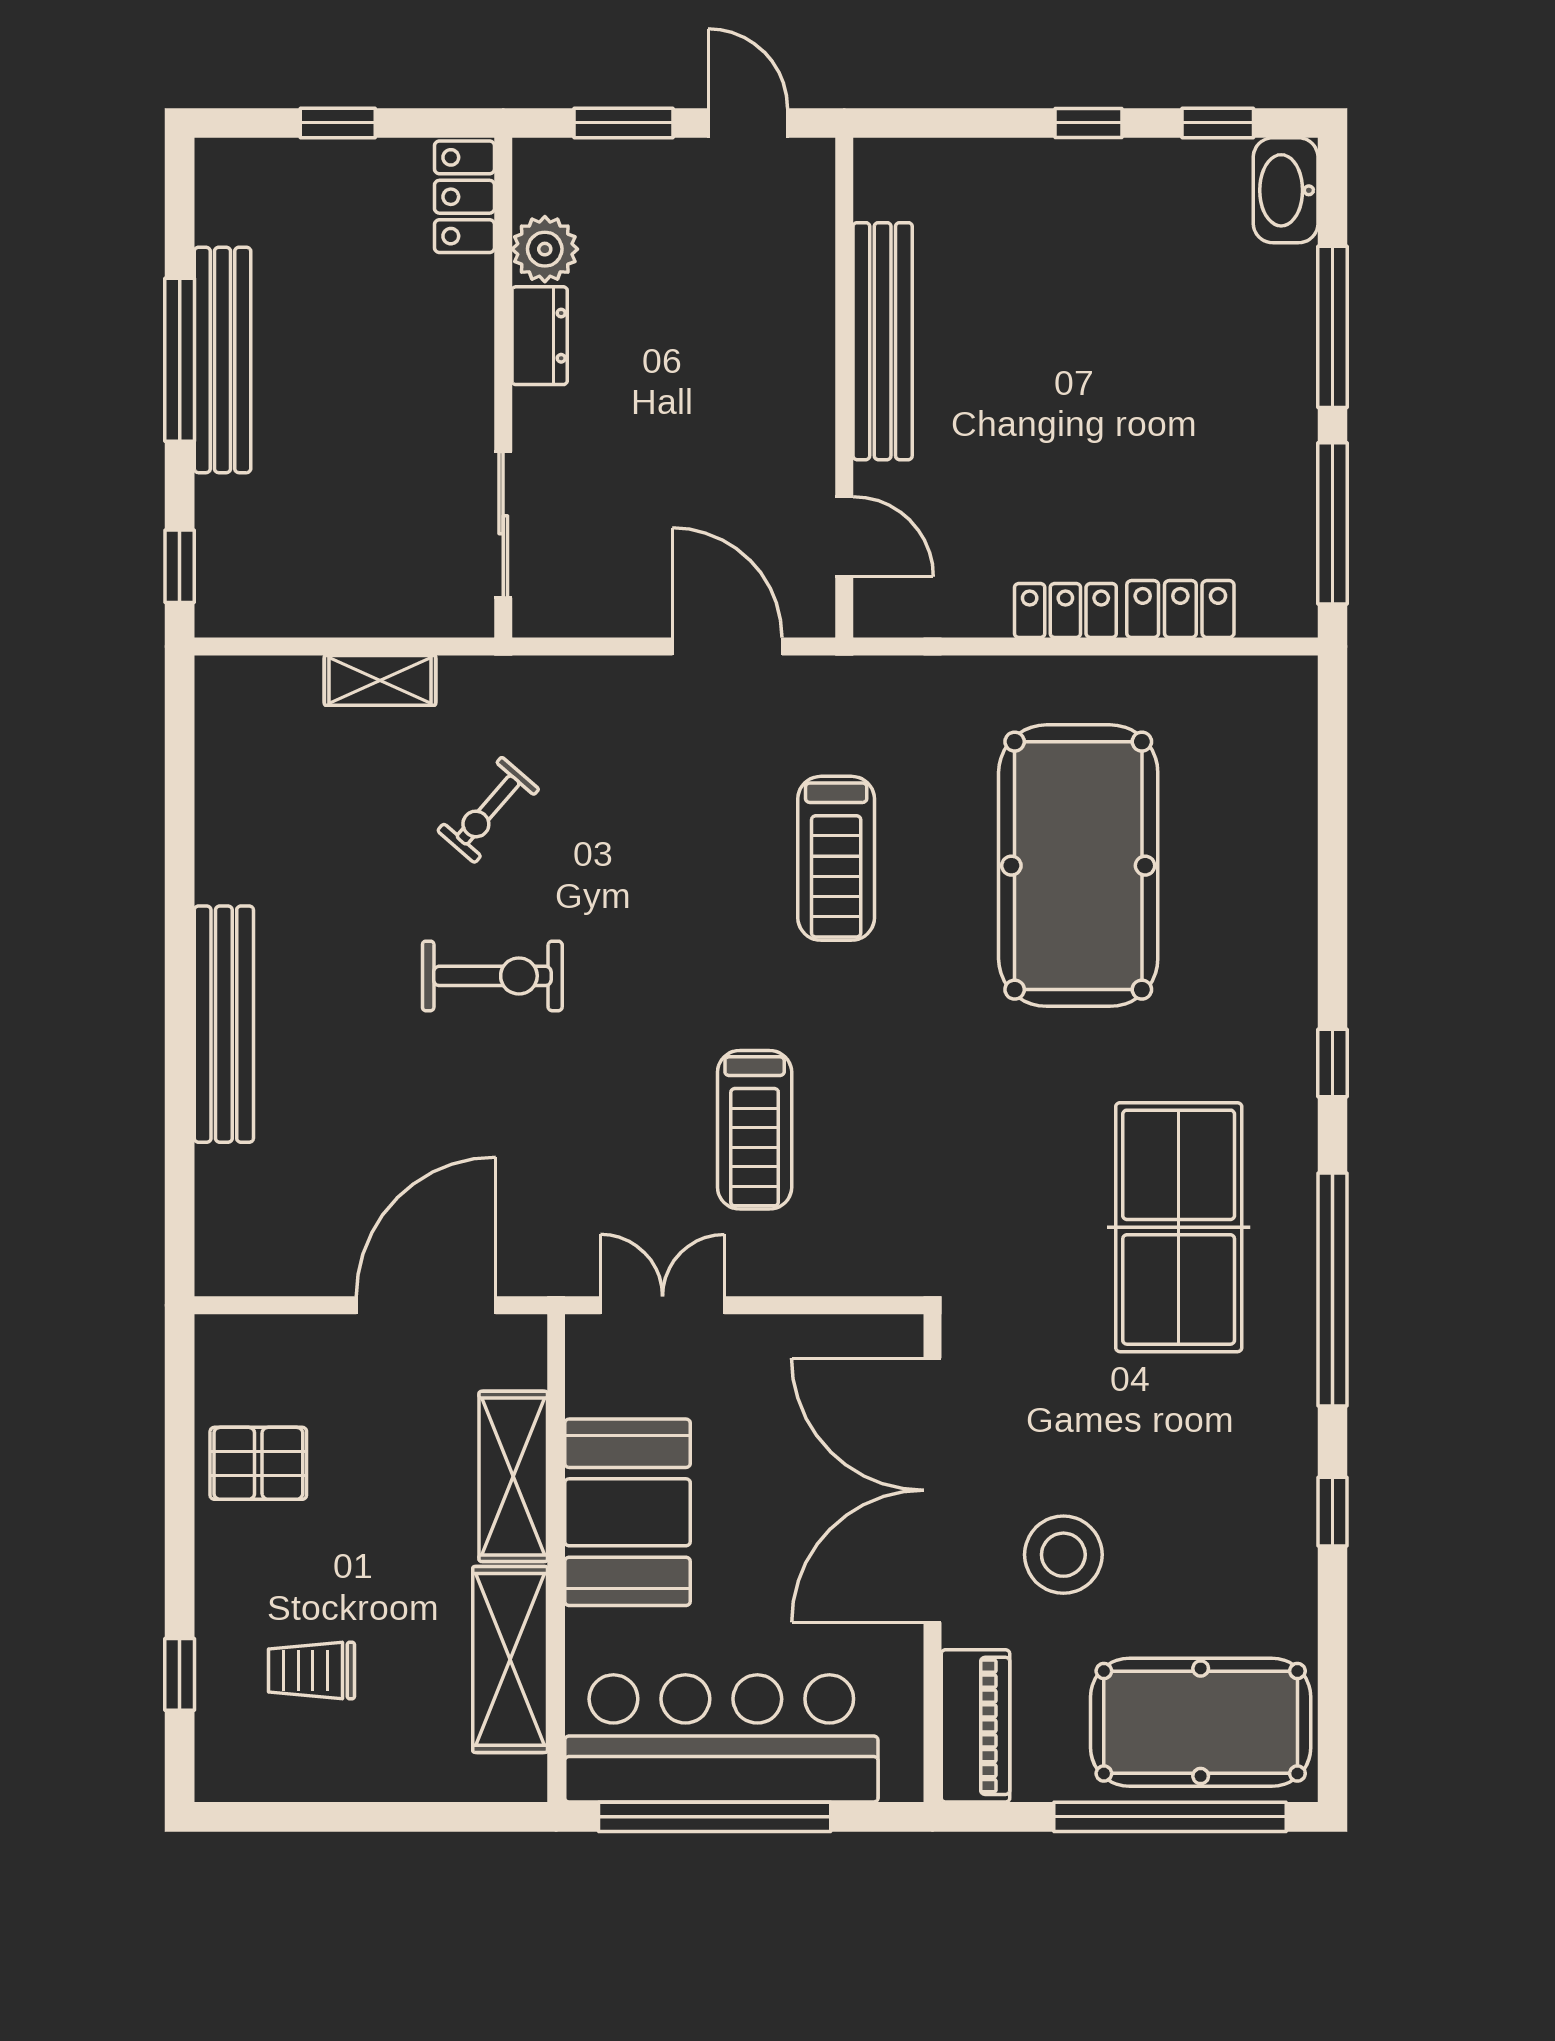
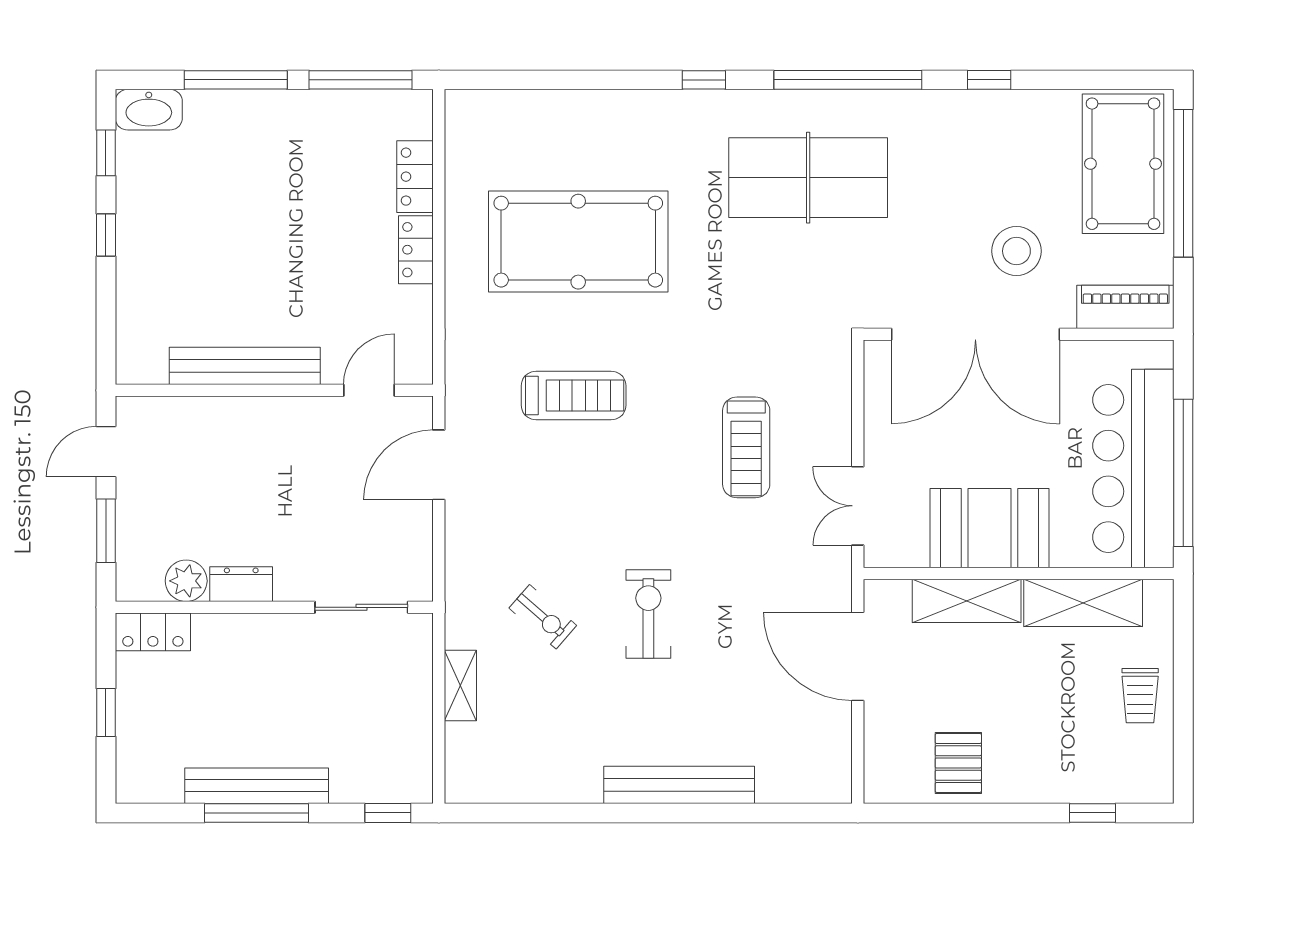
treadmill: (755, 1130) -> (746, 447), turned 90
trolley: (311, 1671) -> (1140, 696), moved

